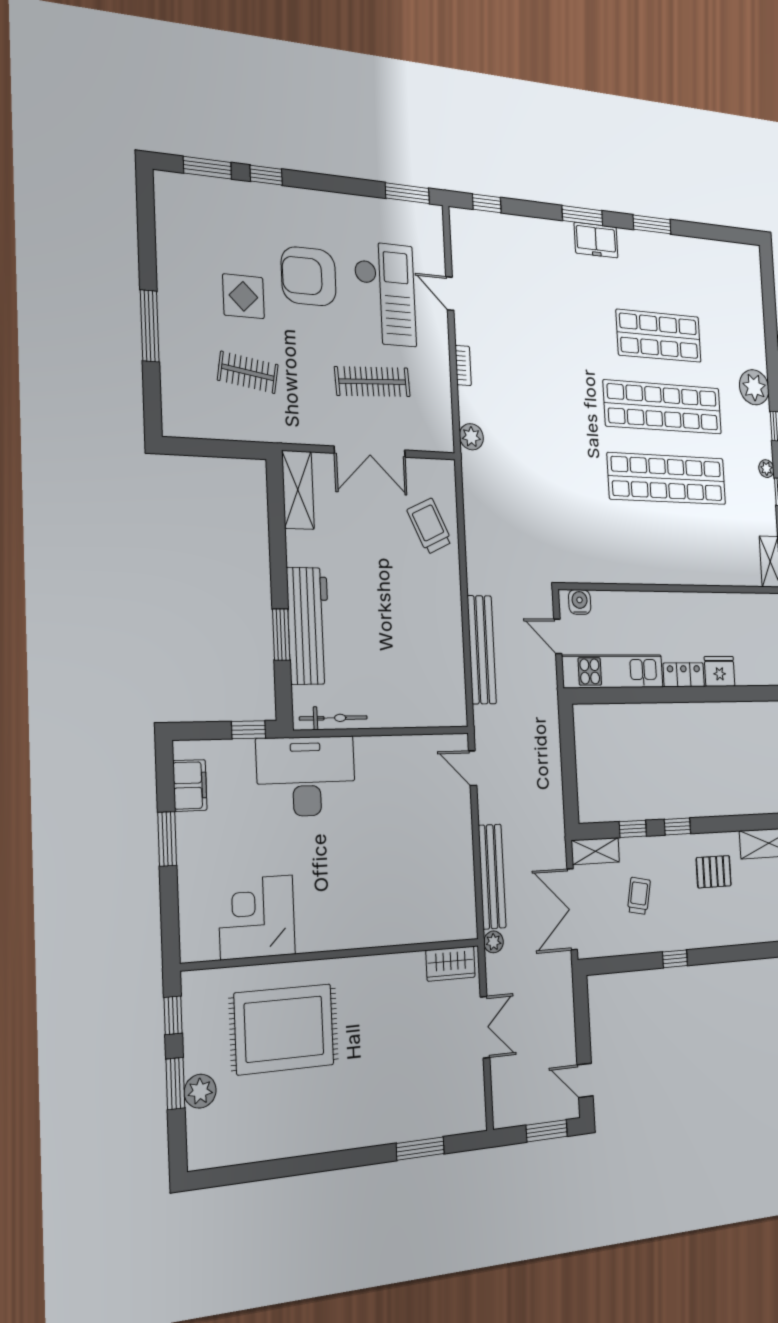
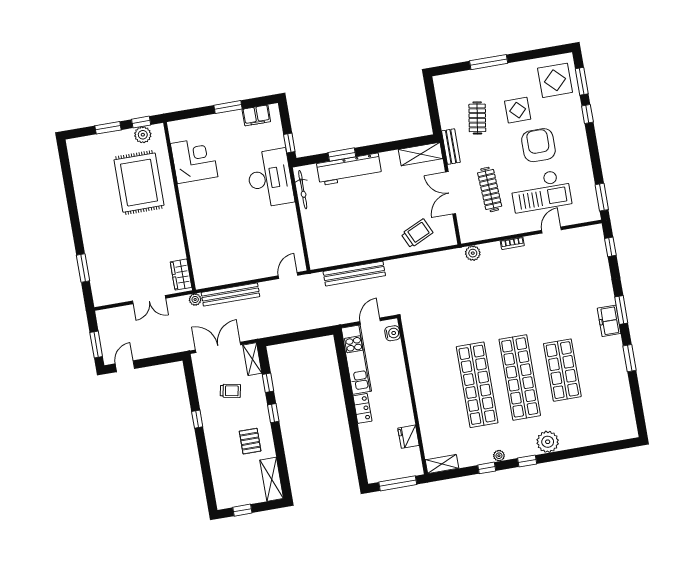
display table: (199, 215) -> (555, 80), added
bench: (292, 432) -> (451, 147), added
fridge: (720, 671) -> (409, 437), moved, turned 180
plant: (200, 1091) -> (143, 135), moved

